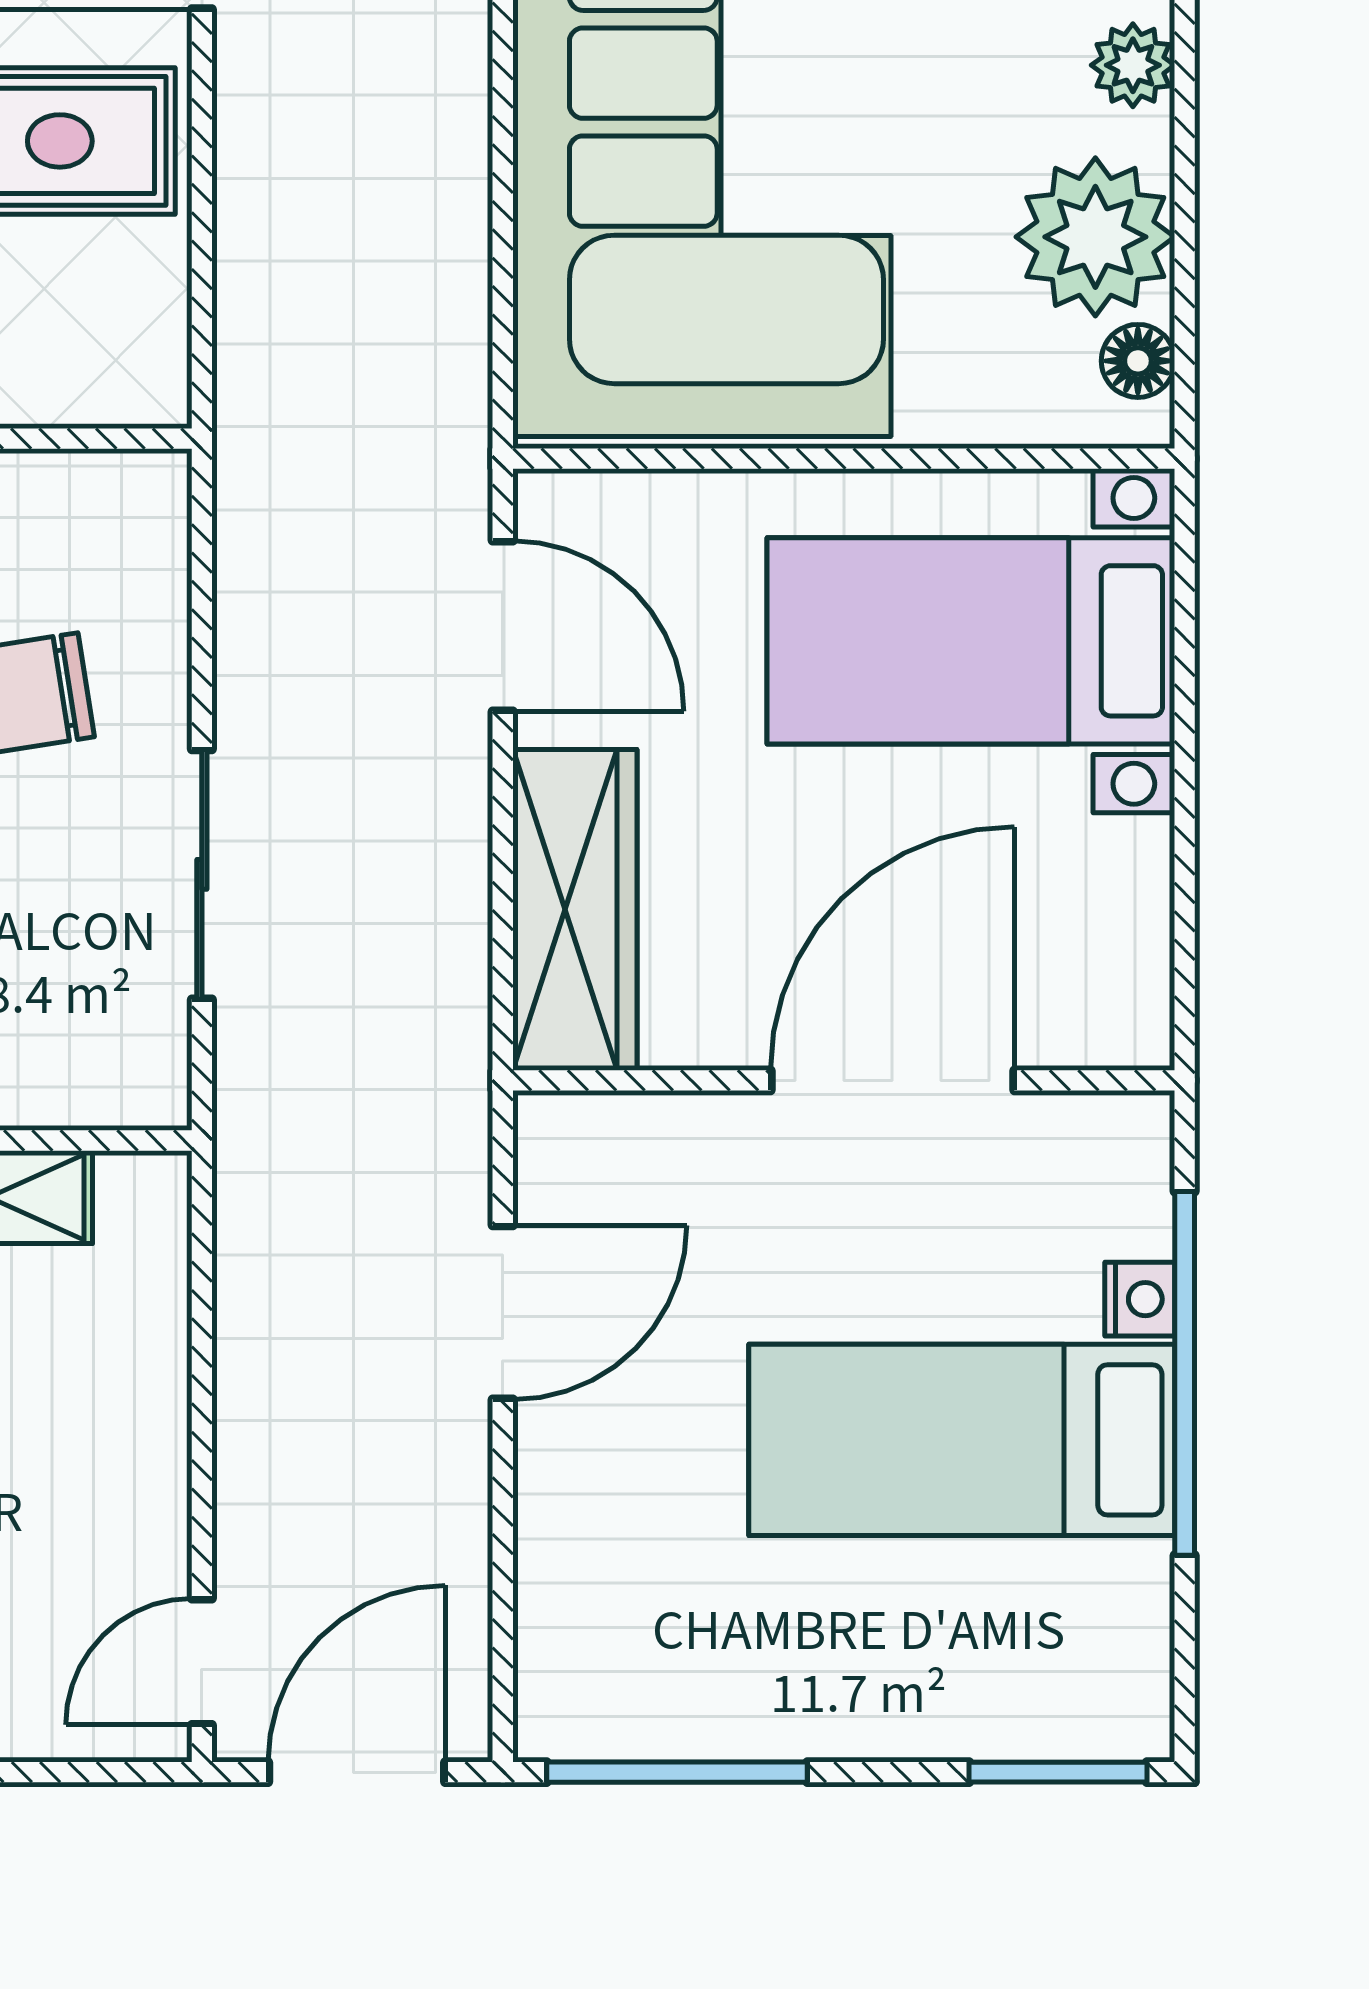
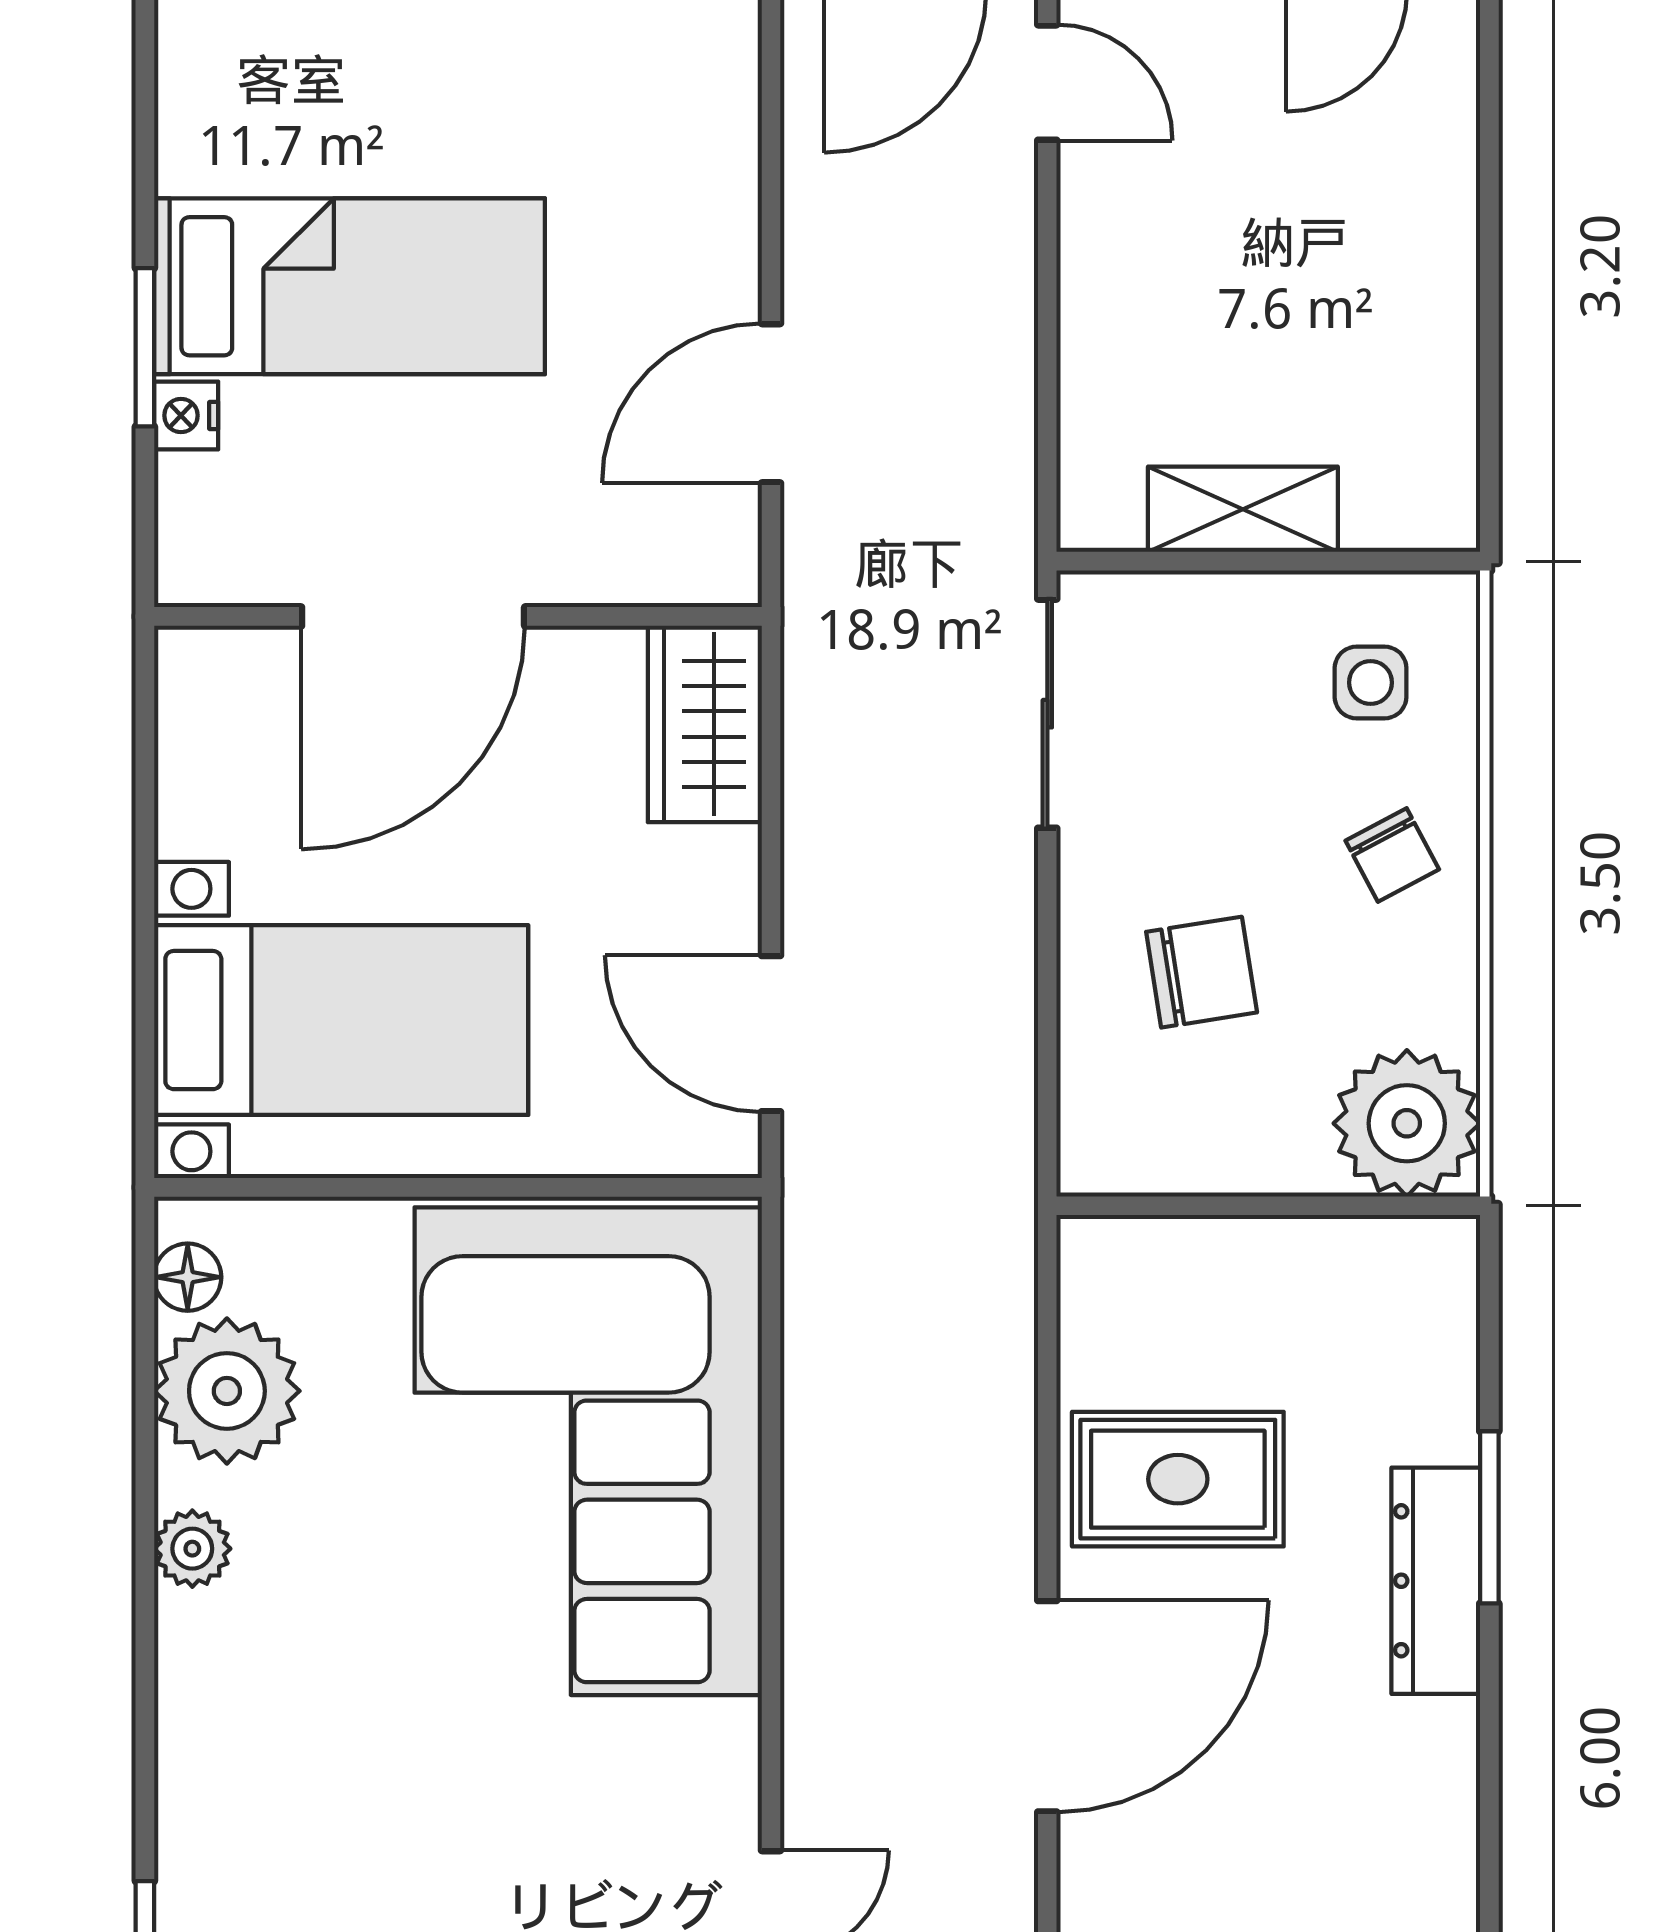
sliding door: (202, 874) -> (1047, 714), moved
wardrobe: (575, 910) -> (705, 724), width x0.67
window: (1185, 1373) -> (145, 347), width x0.47
door: (202, 1662) -> (1047, 83), hinge flipped

